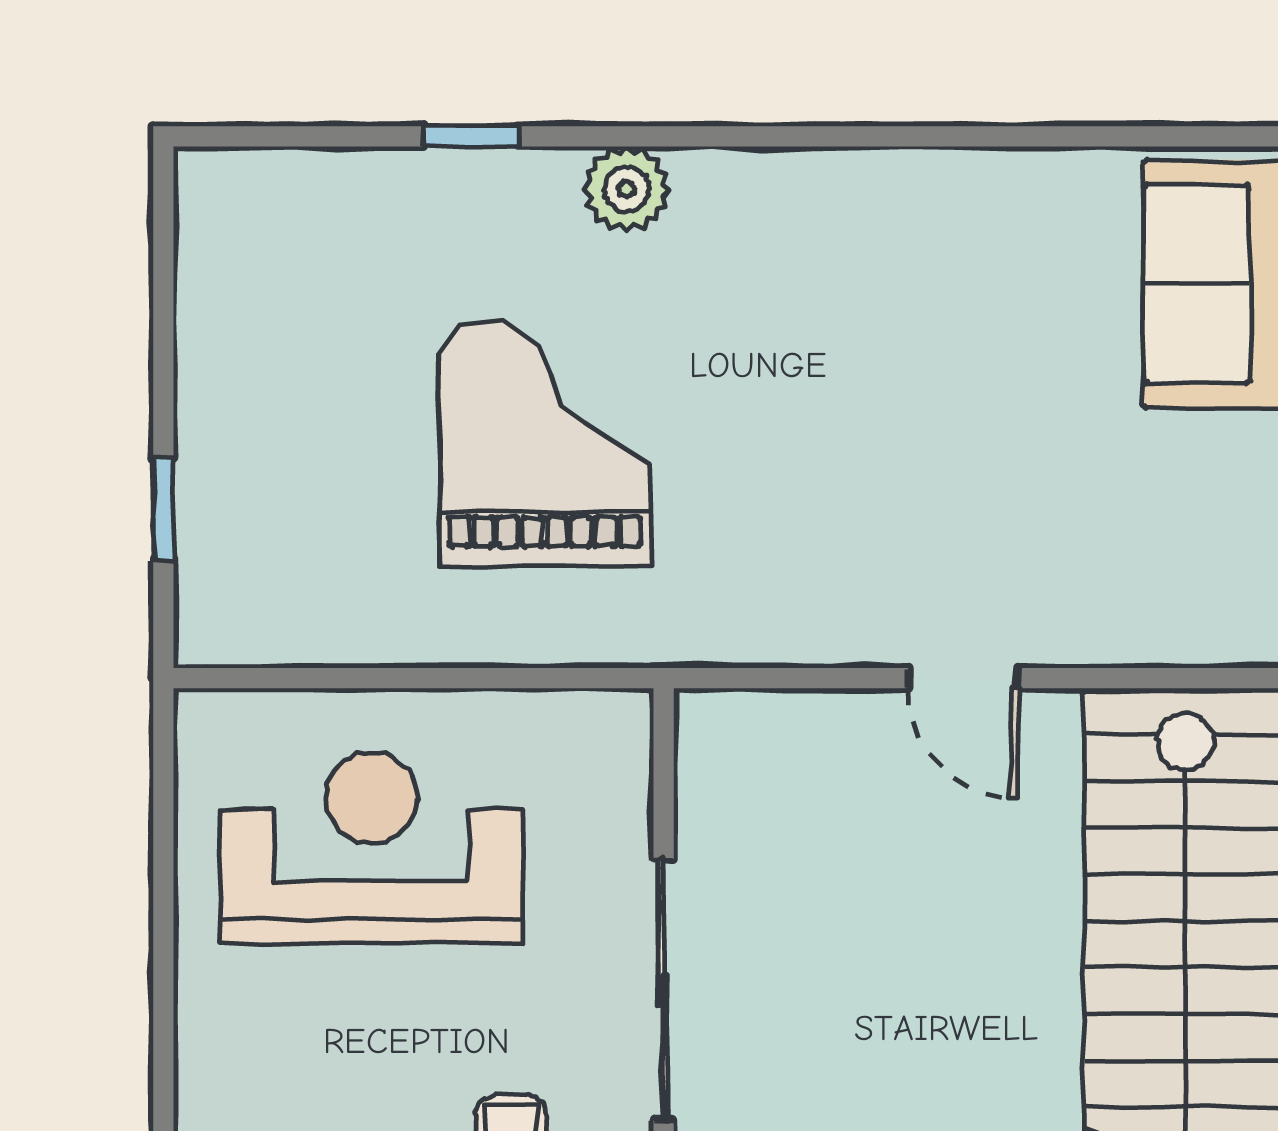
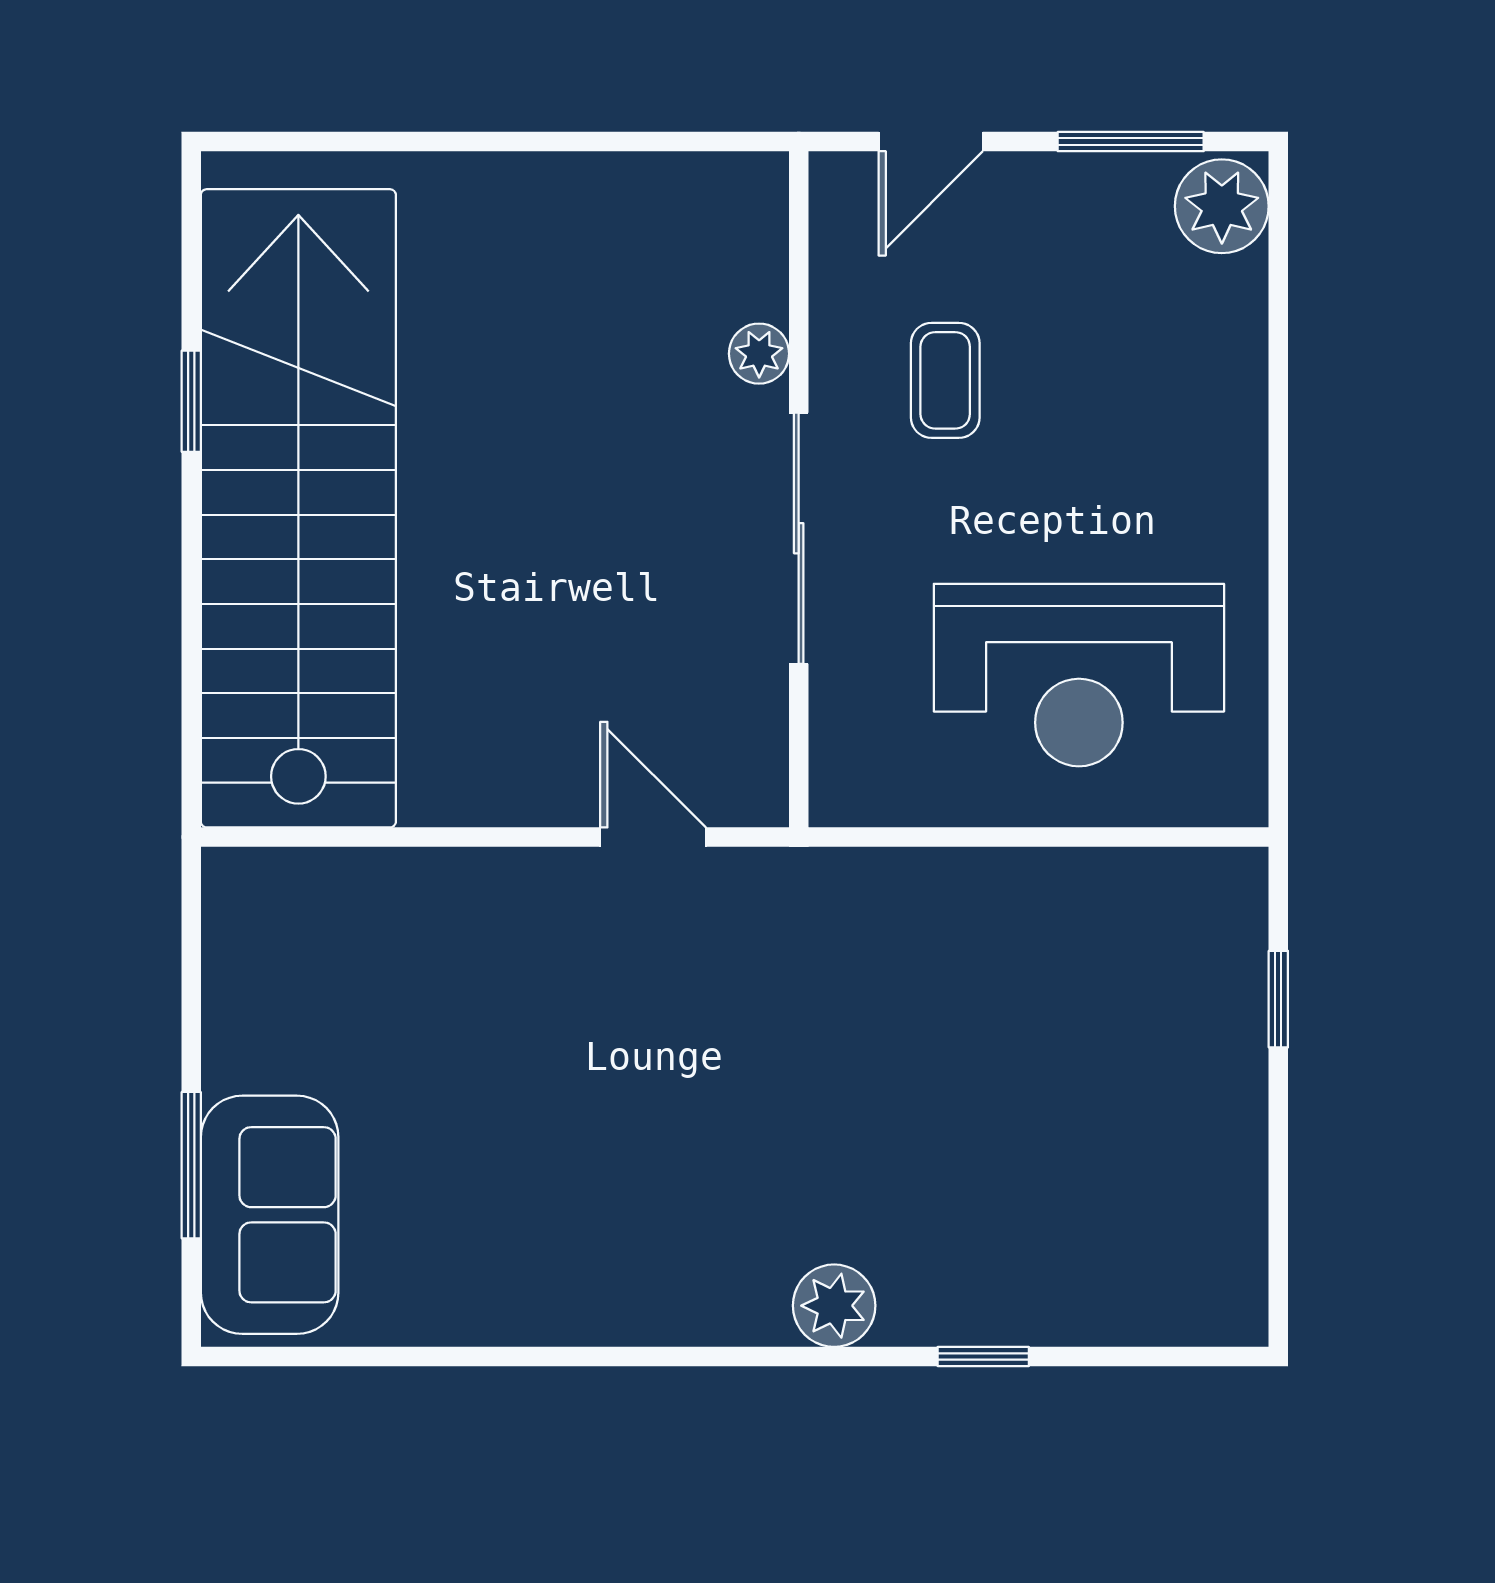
grand piano: (545, 443) -> (913, 1062), removed
door: (963, 678) -> (653, 837), moved

